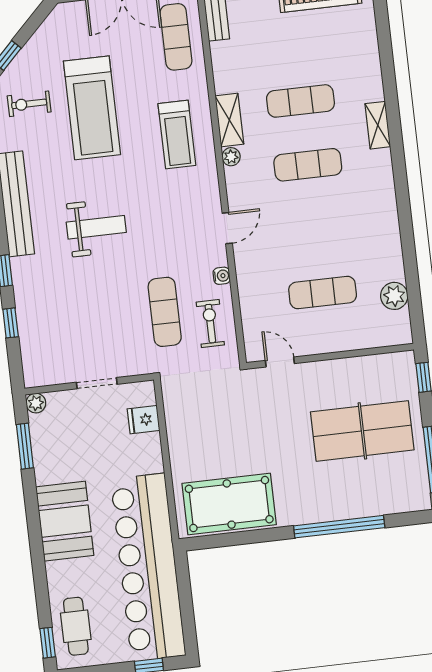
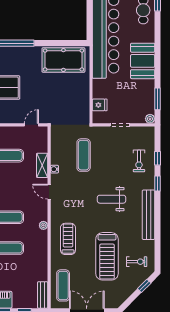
treadmill: (92, 108) -> (107, 256), turned 180
shelving: (229, 120) -> (42, 165), moved
door: (227, 228) -> (49, 192), hinge flipped
exercise bike: (210, 324) -> (139, 161), moved
door: (280, 362) -> (31, 125), swing flipped

